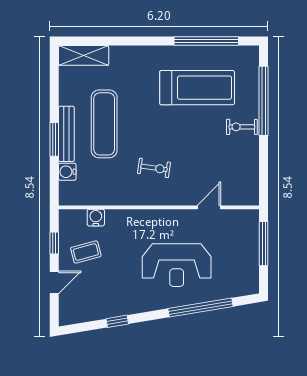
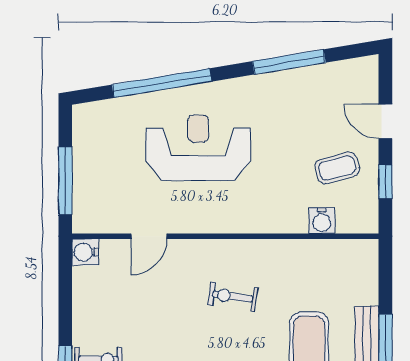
water cooler: (67, 172) -> (85, 252), moved, turned 180
door: (54, 282) -> (385, 121), hinge flipped
window: (117, 321) -> (289, 62), width x2.17

